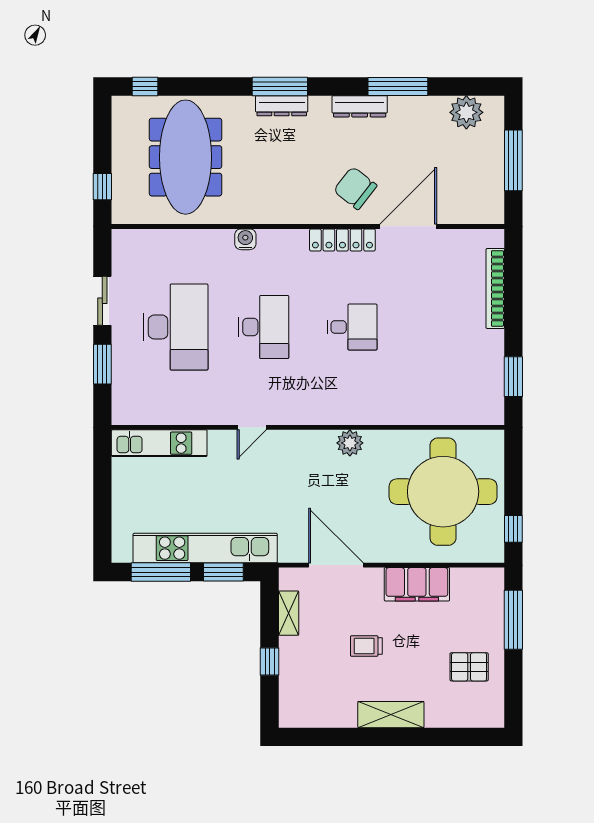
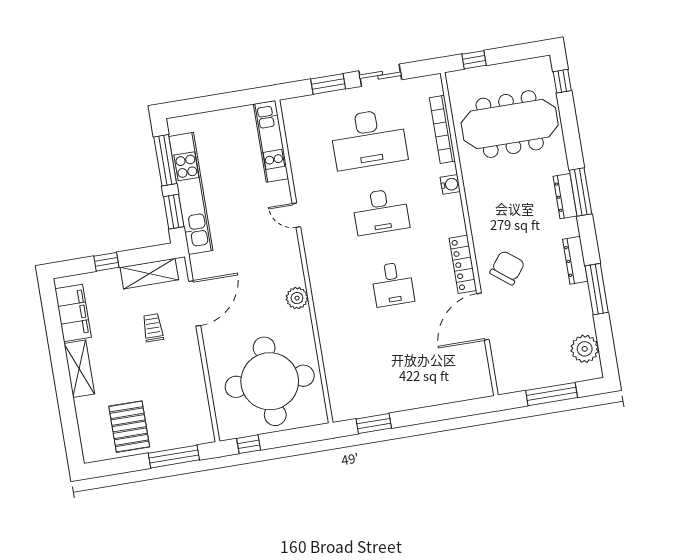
door: (408, 226) -> (483, 317), swing flipped
bookcase: (495, 288) -> (442, 129), moved, turned -90
filing cabinet: (417, 584) -> (73, 313), moved, turned 180
shelving: (289, 613) -> (149, 274), width x1.50, depth x1.33
trolley: (366, 646) -> (153, 328), moved
pallet: (469, 667) -> (129, 427), width x1.50, depth x1.42

